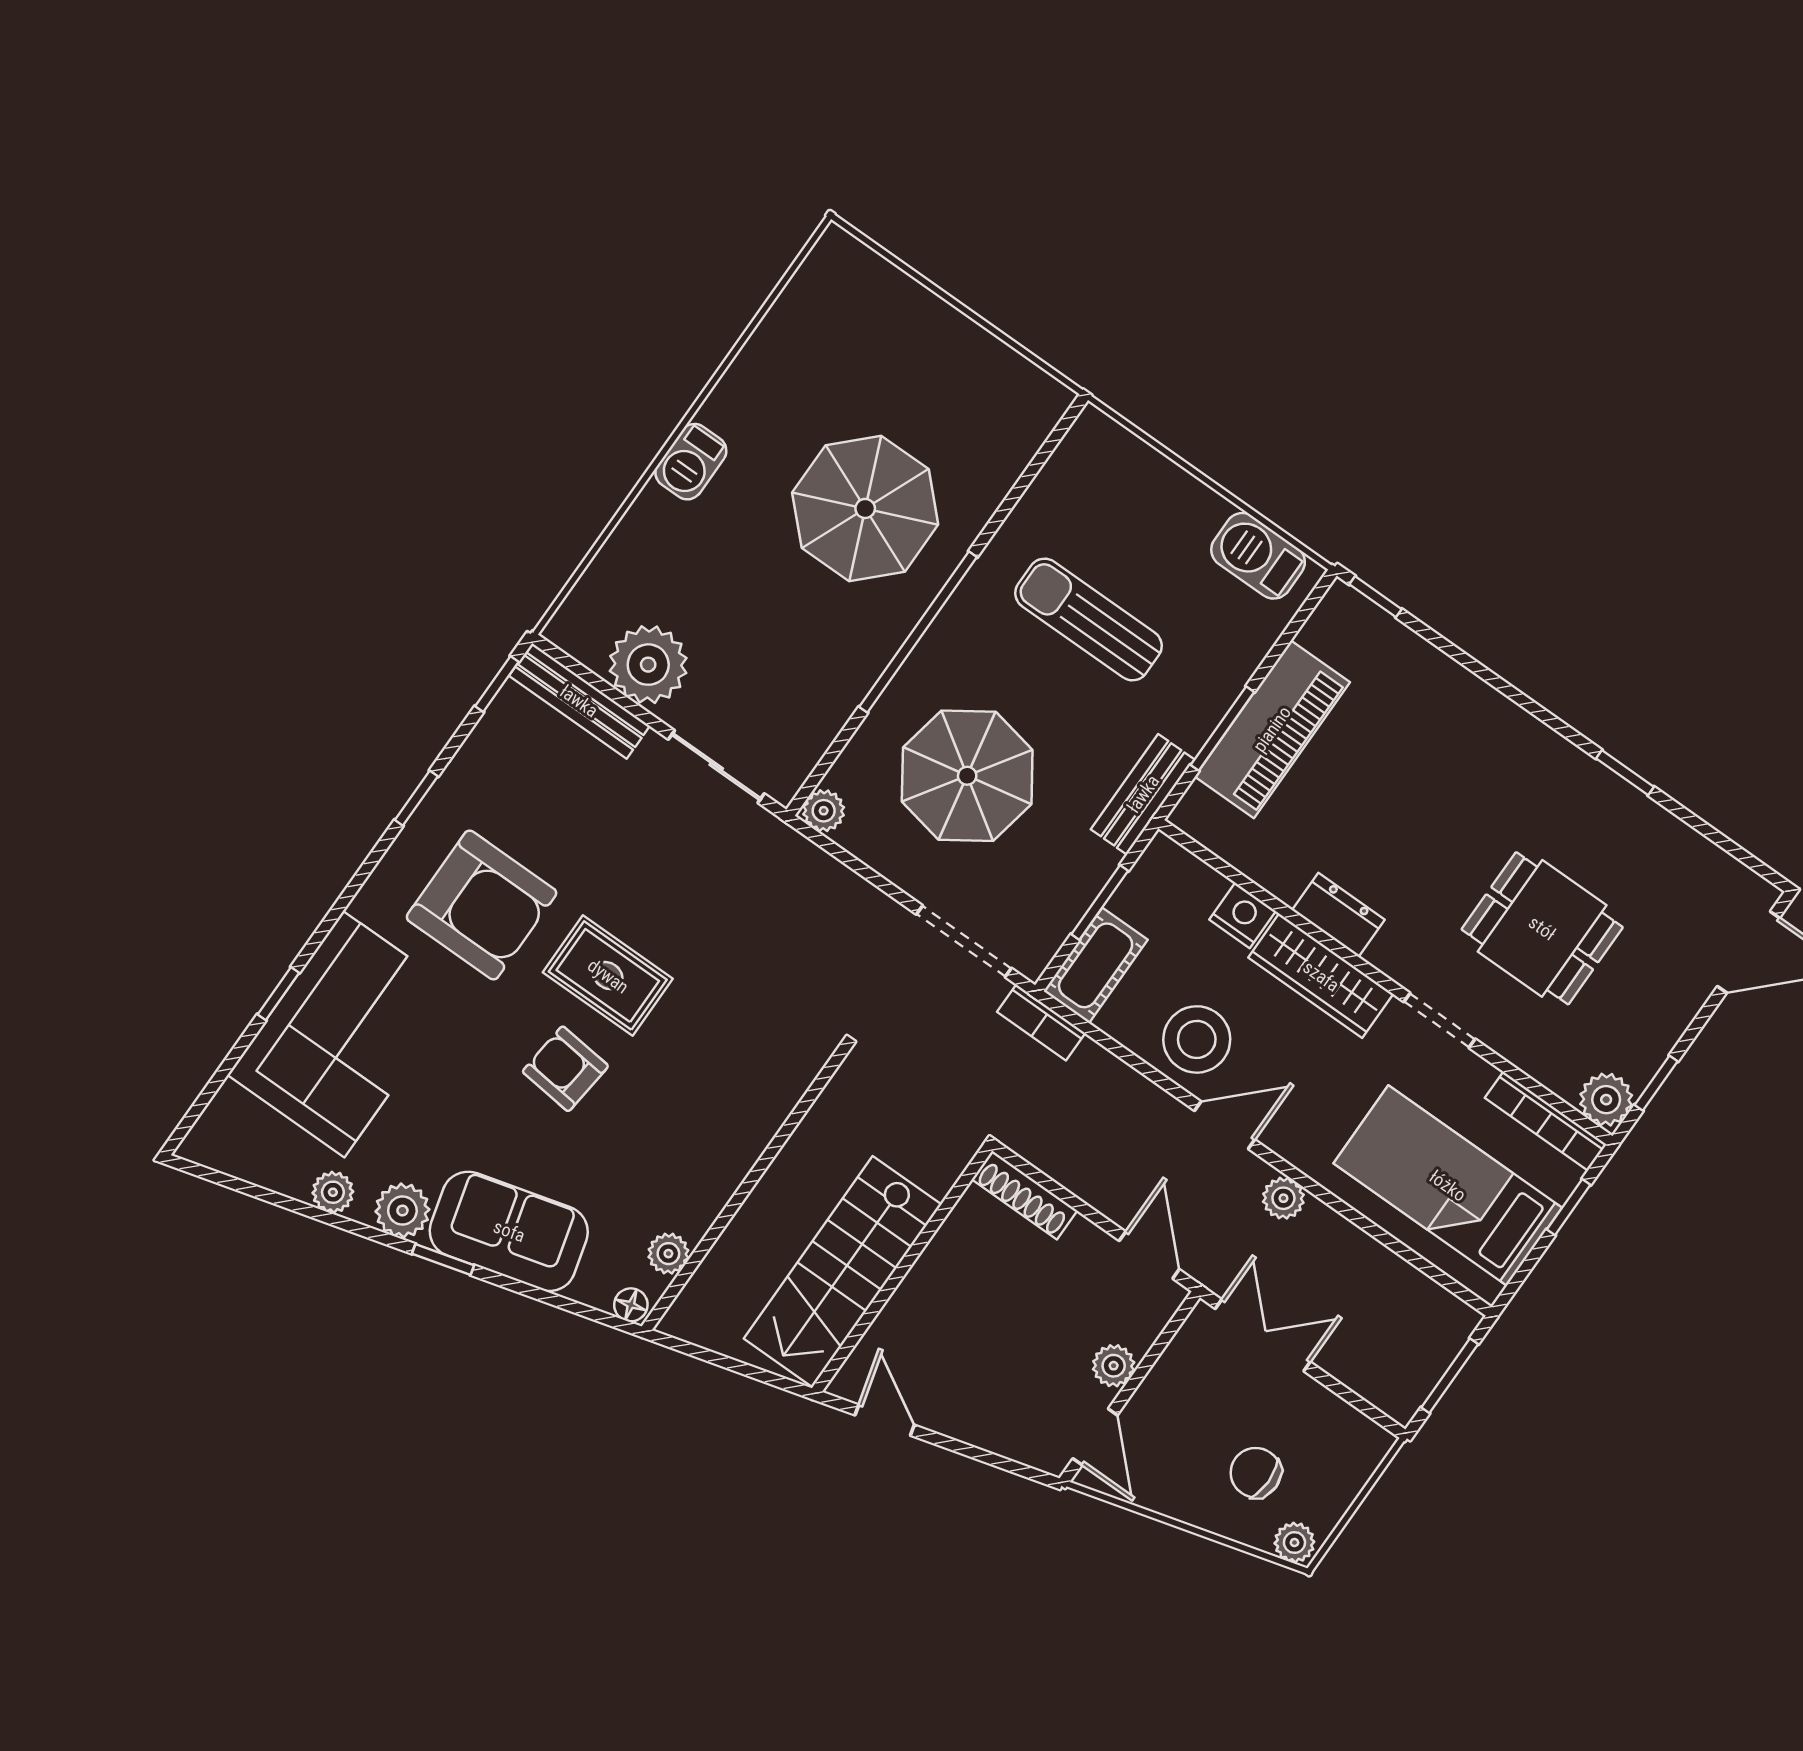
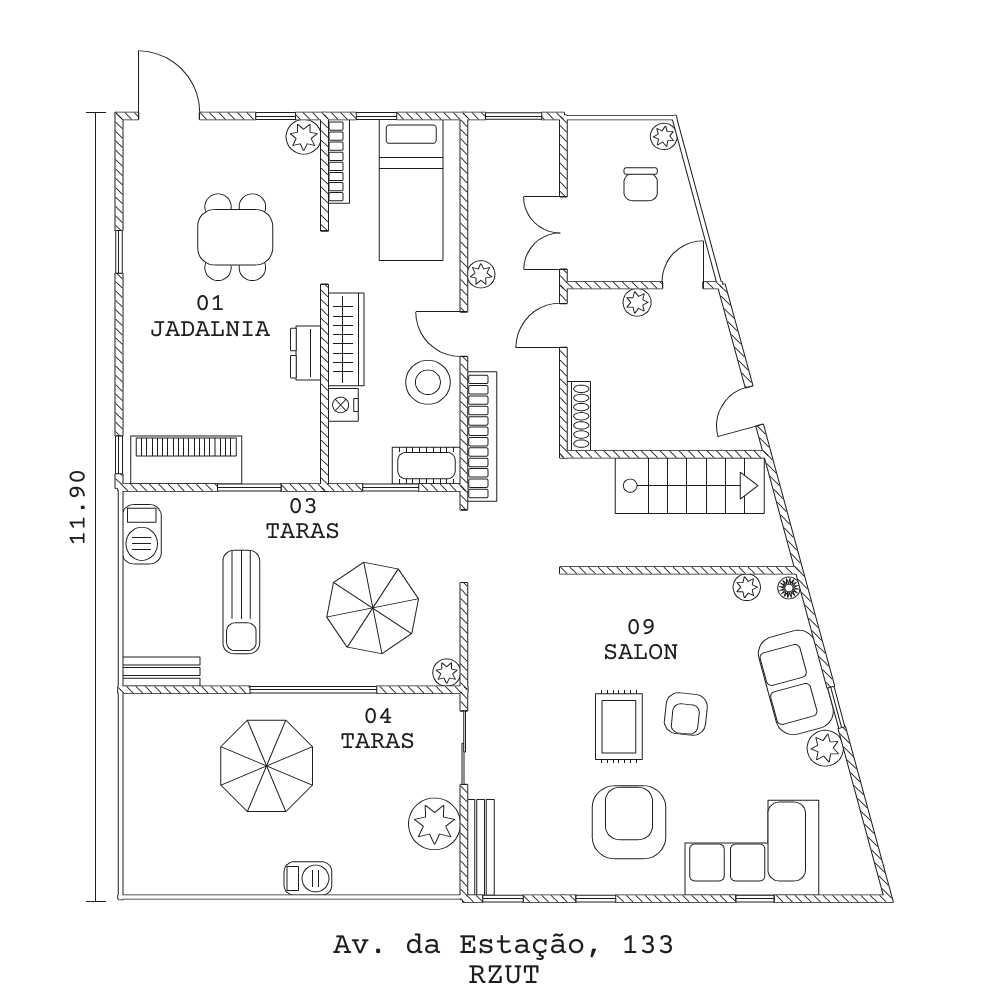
piano: (1272, 729) -> (186, 460), moved
bench: (1143, 794) -> (161, 672), moved
bookcase: (1041, 1023) -> (482, 436), width x2.31, depth x1.31
plant: (333, 1192) -> (842, 793), removed

